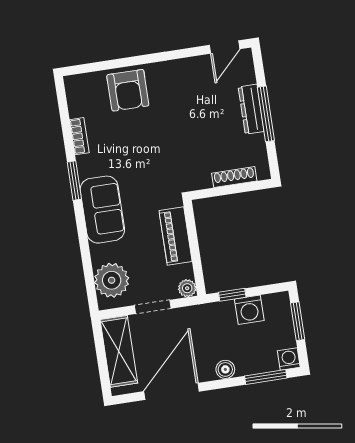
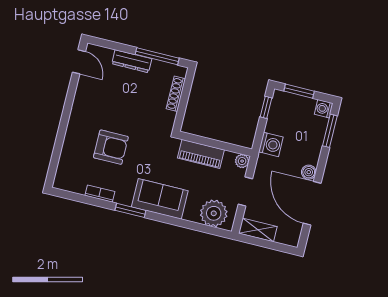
armchair: (128, 90) -> (111, 147), moved
window: (266, 114) -> (157, 56), moved
window: (232, 295) -> (266, 107), moved
washing machine: (249, 310) -> (271, 144), moved
shelving: (119, 351) -> (258, 230), width x0.67, depth x0.75
boiler: (225, 369) -> (309, 172), moved

